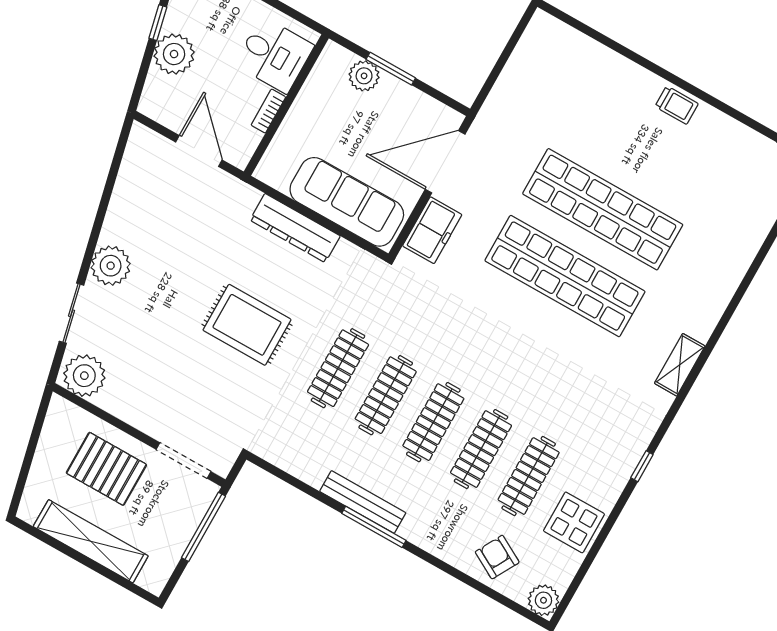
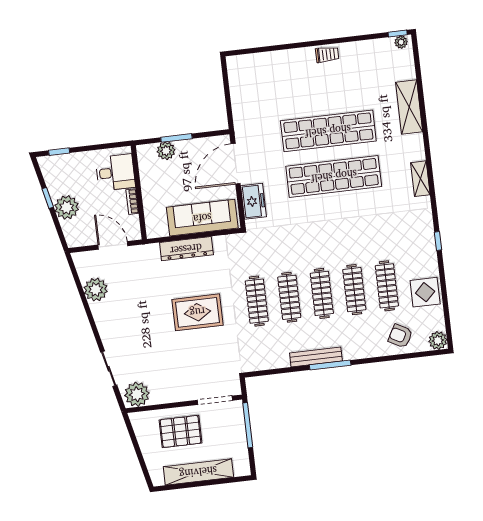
shelving: (735, 257) -> (409, 107), added
plant: (111, 266) -> (96, 290), moved

